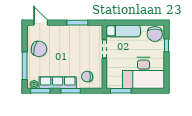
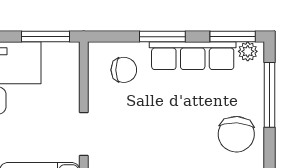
chair: (39, 49) -> (236, 134), turned -102

